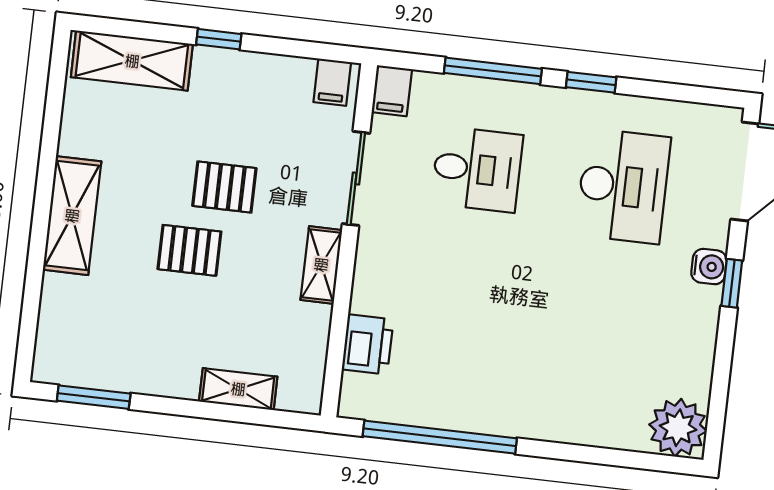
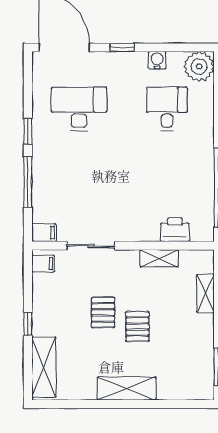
desk: (477, 169) -> (167, 109), moved
shelving: (321, 265) -> (159, 258), moved
water cooler: (709, 267) -> (157, 60), moved

